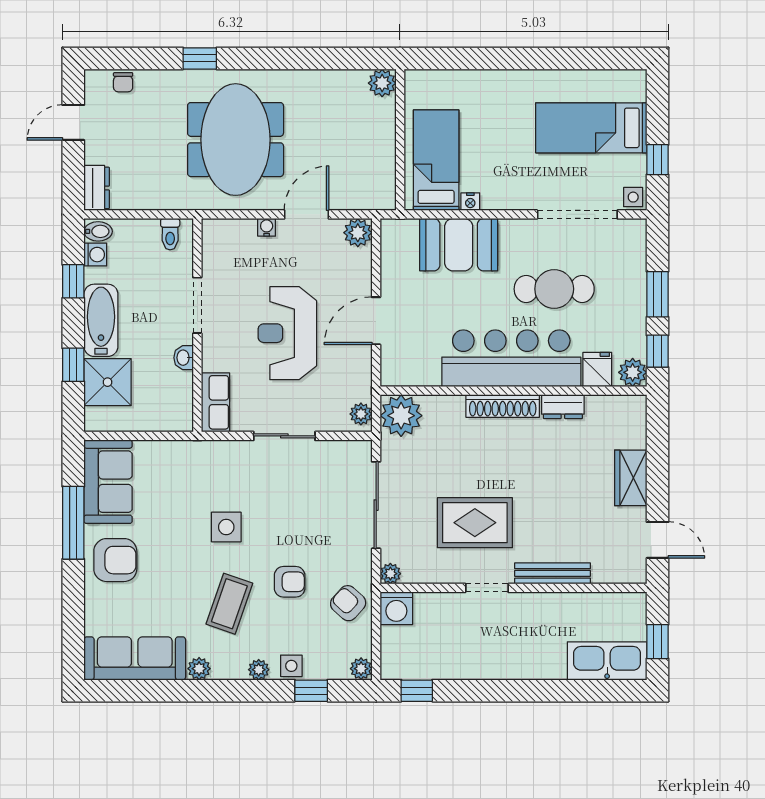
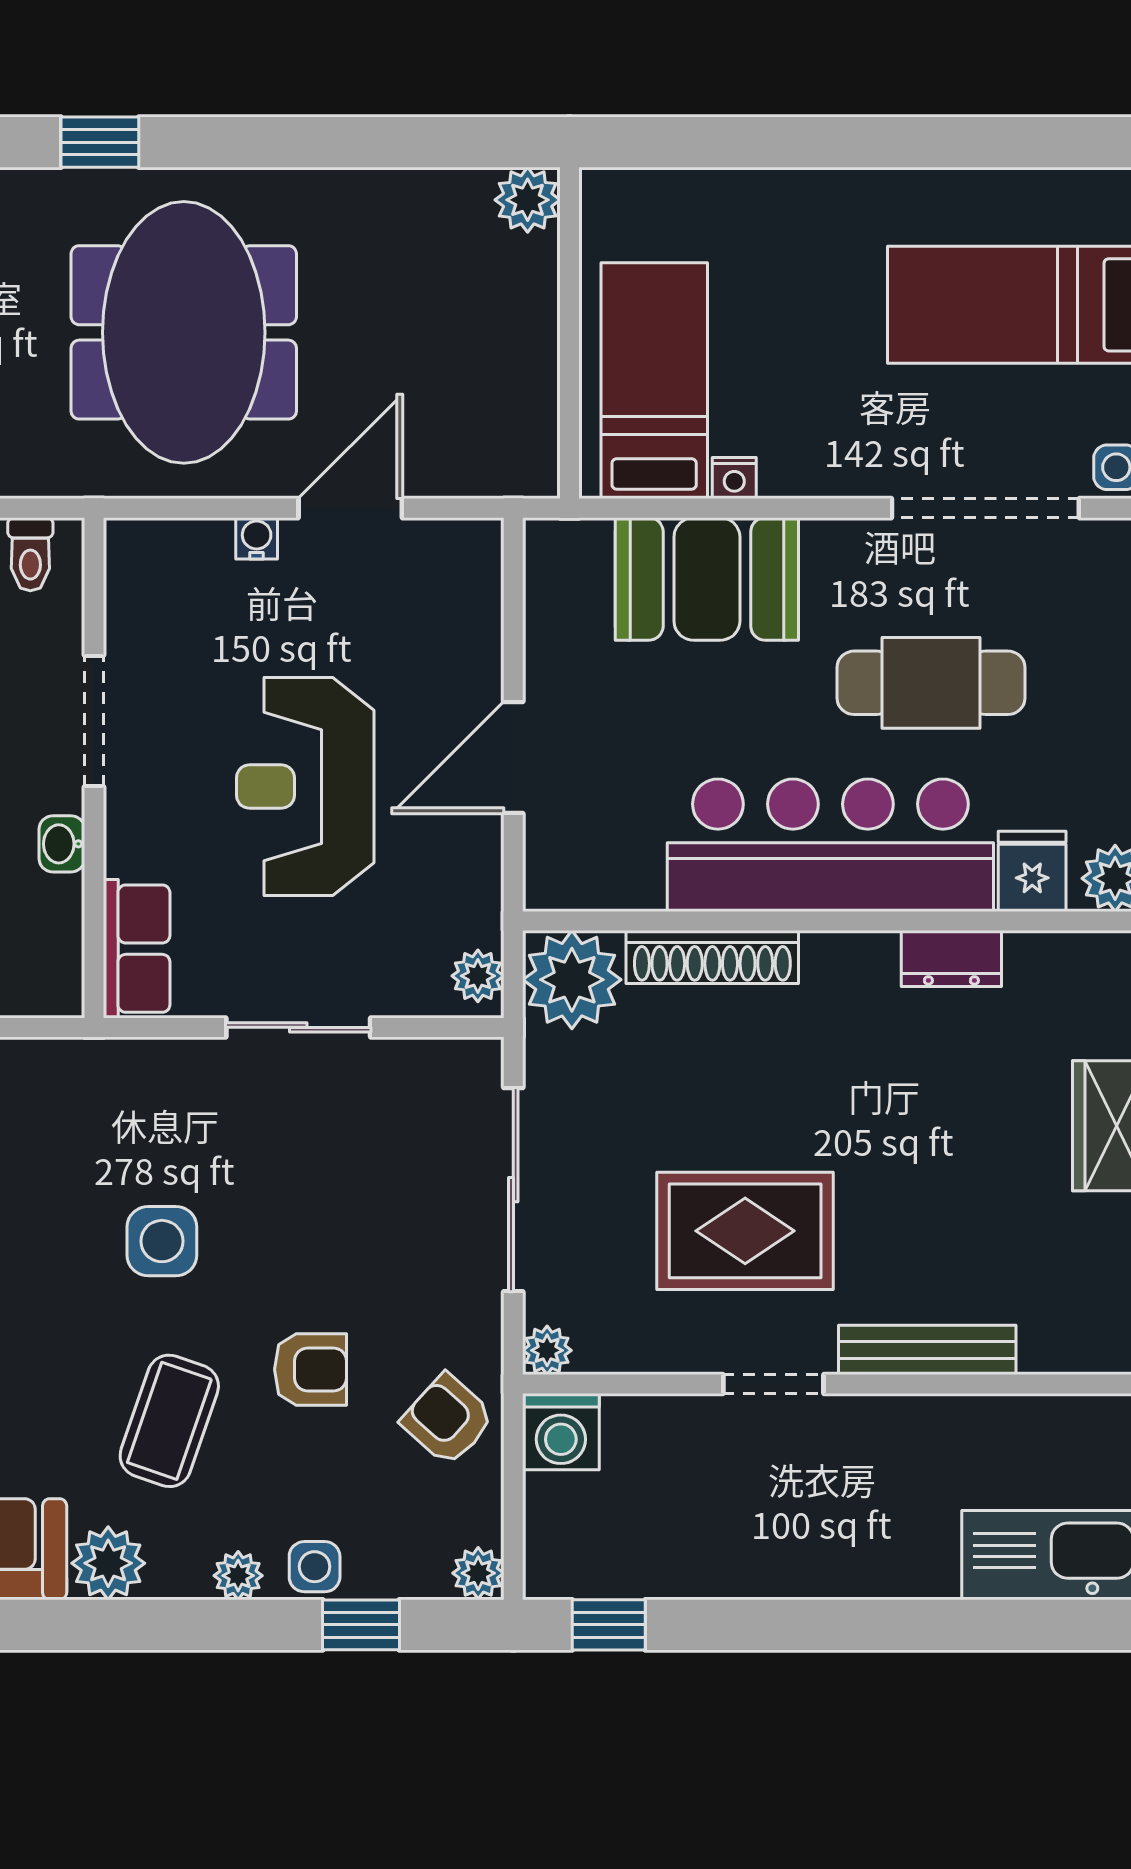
plant: (358, 233) -> (471, 551), removed
shoe rack: (503, 406) -> (712, 957), moved
plant: (199, 669) -> (108, 1563), width x1.38, depth x1.38

